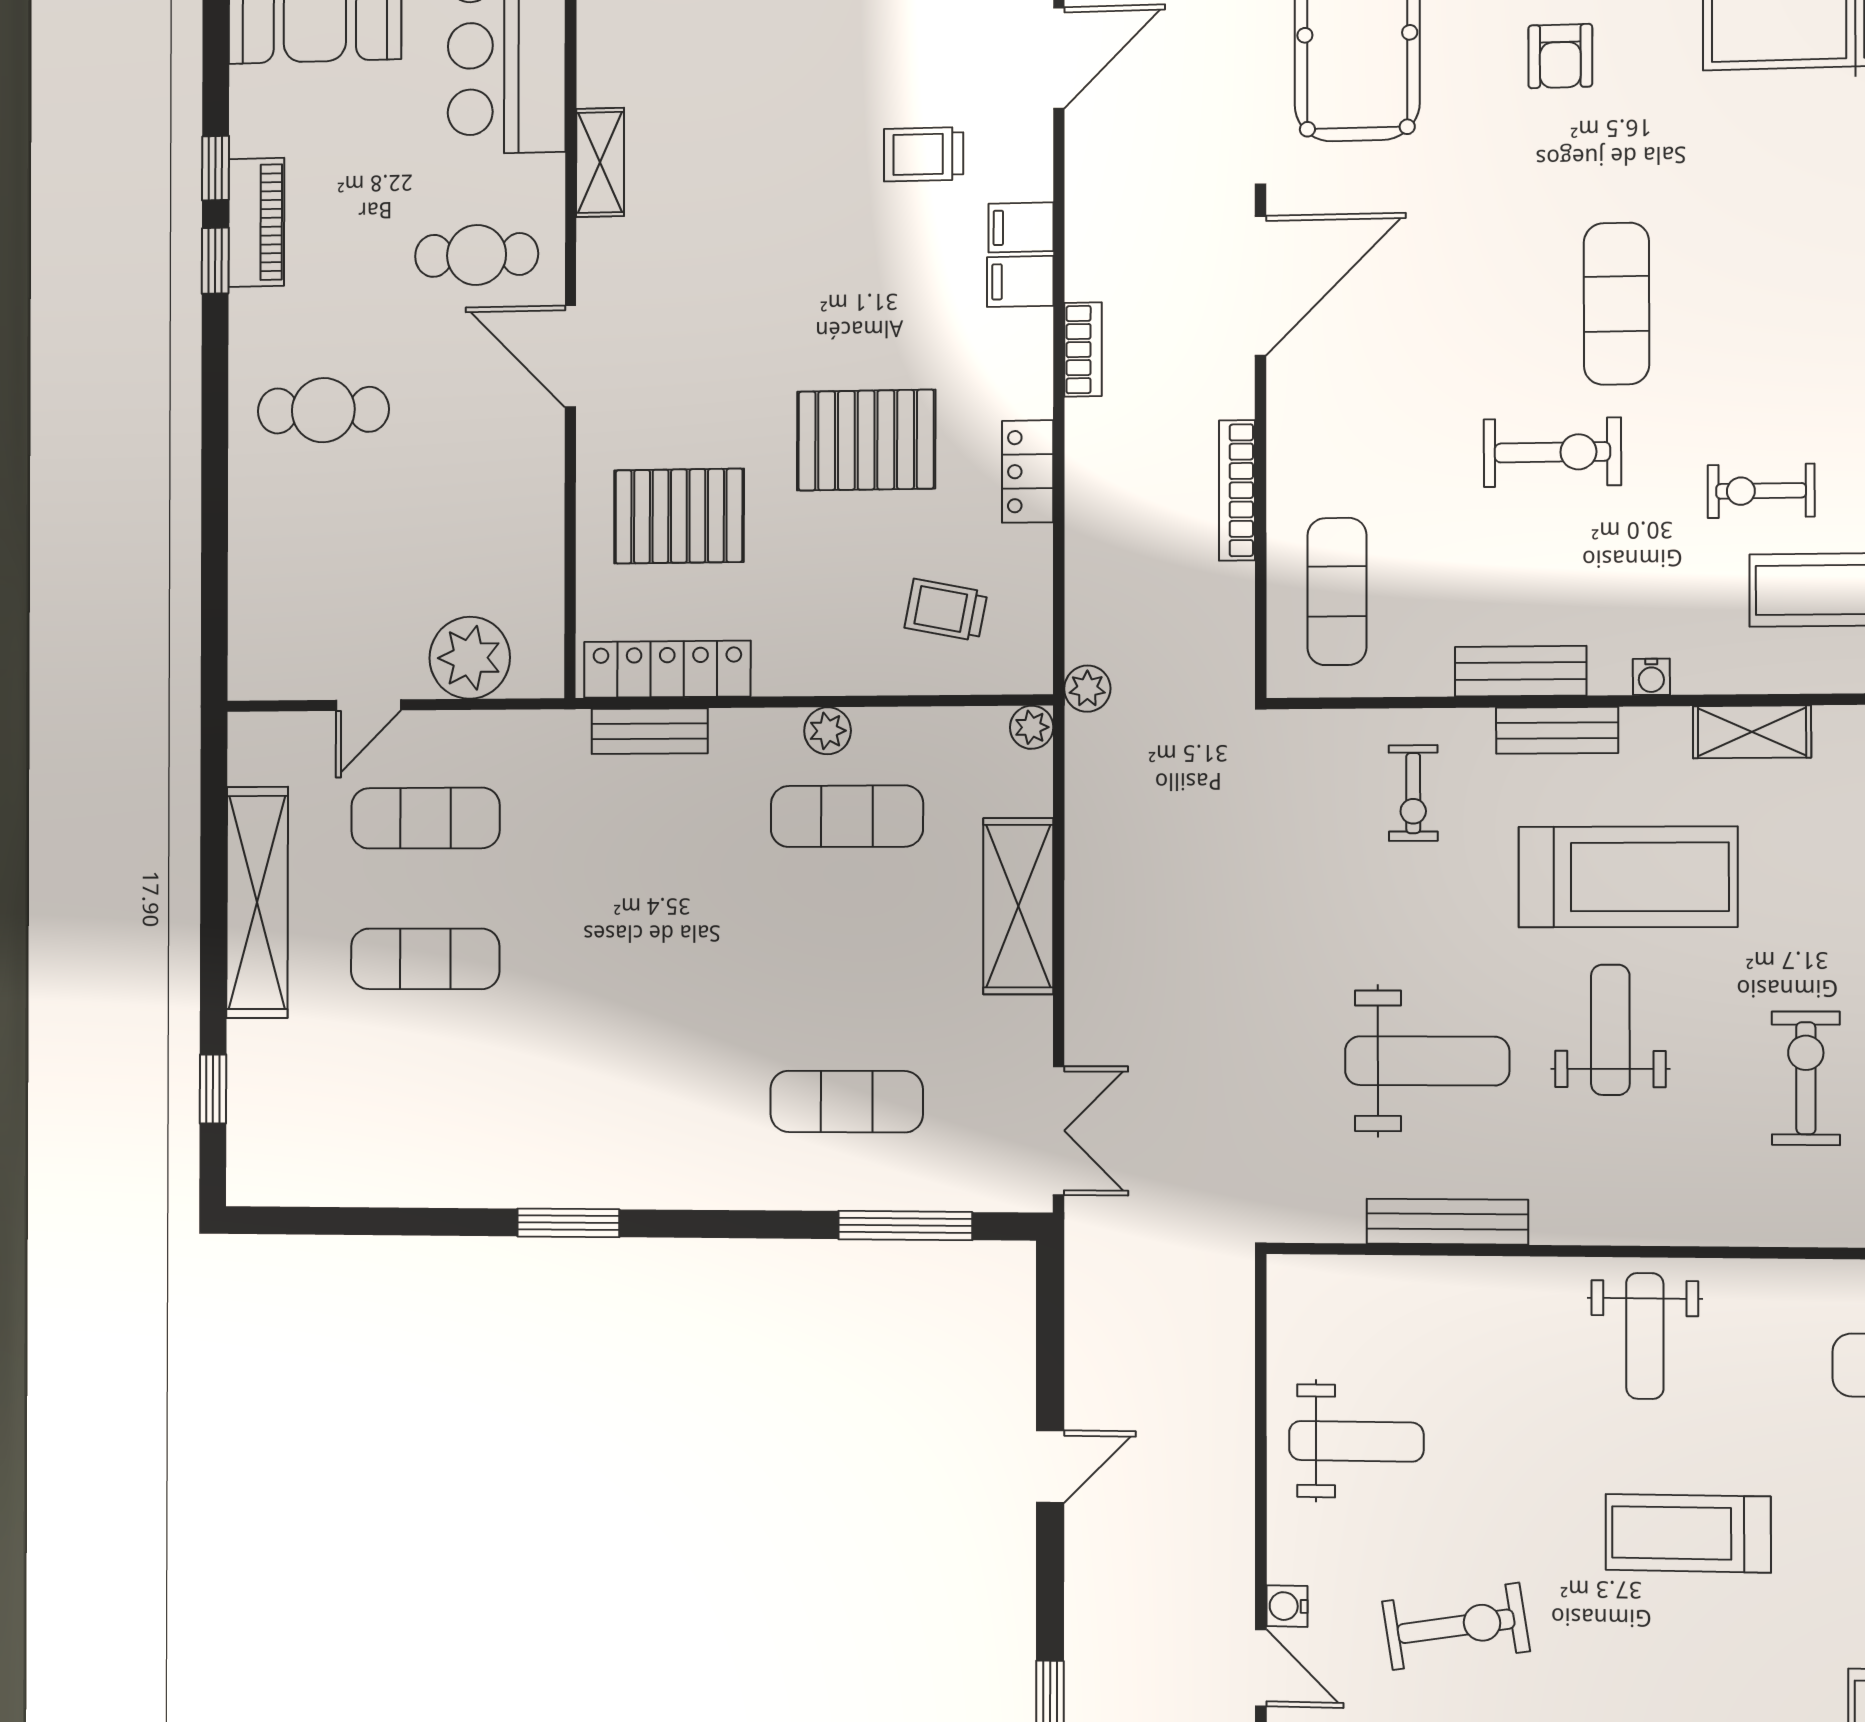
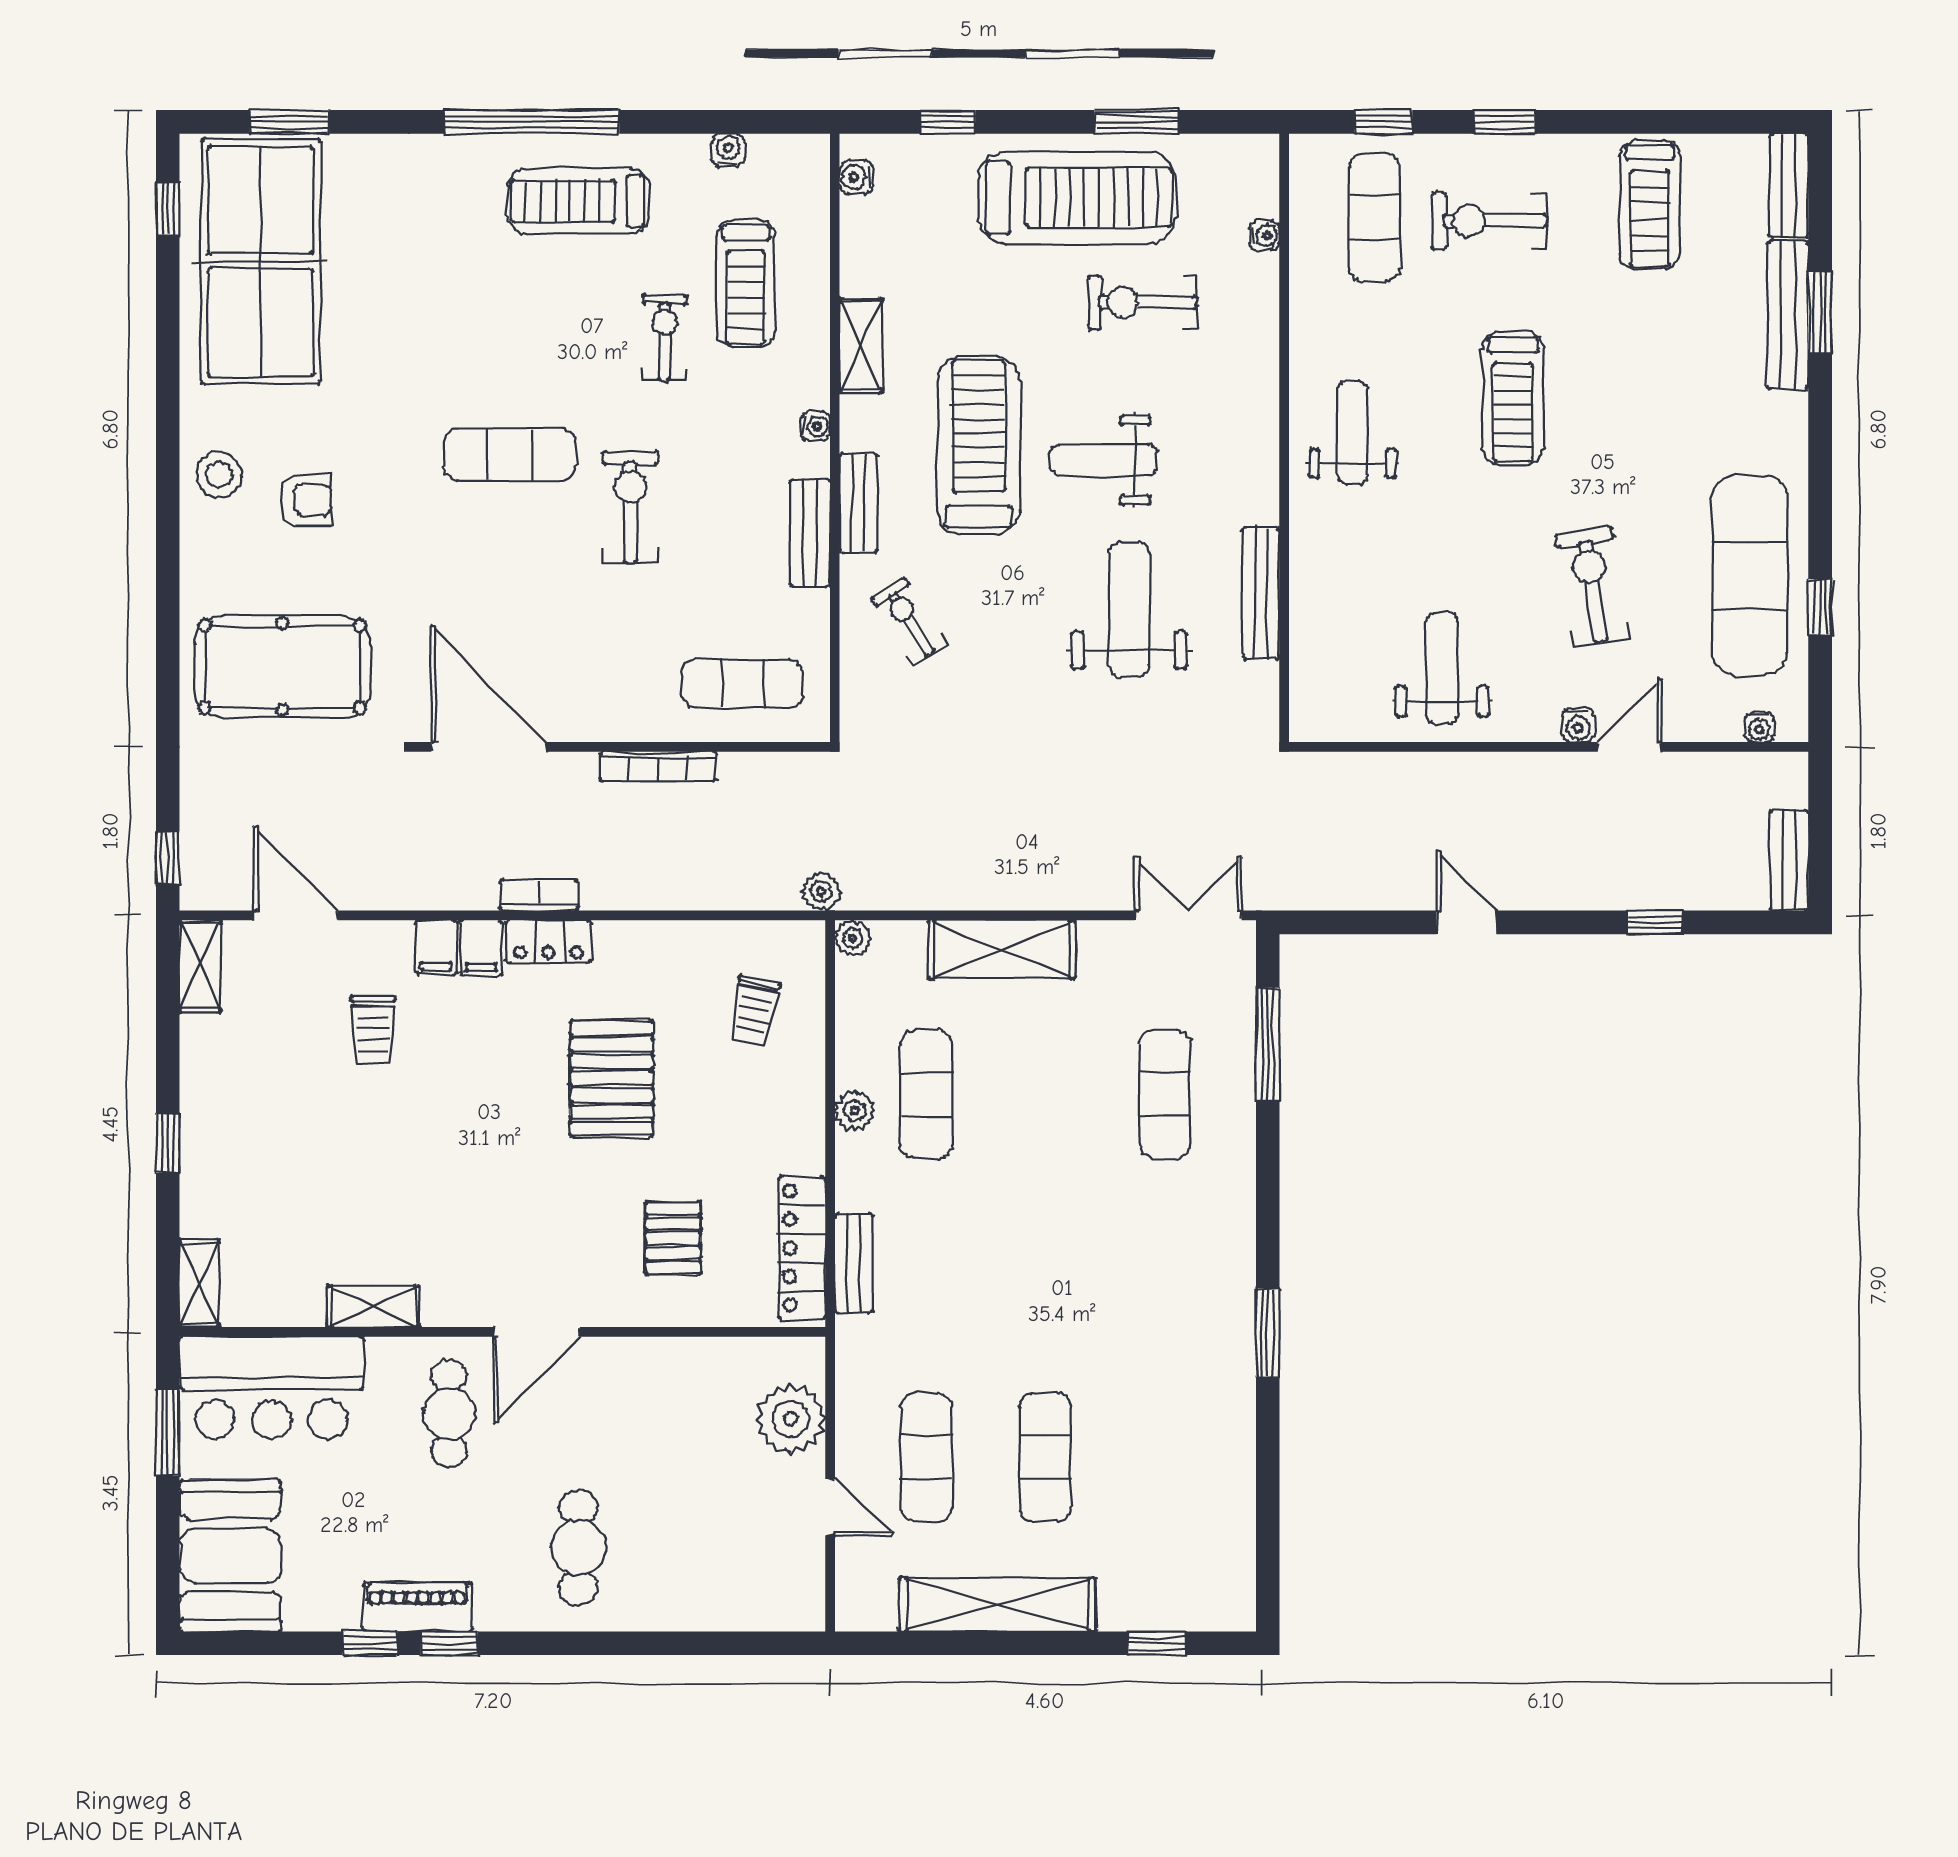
locker: (1028, 471) -> (548, 942), moved
exercise bike: (1761, 491) -> (665, 338), turned 180
pallet: (679, 516) -> (673, 1238), width x0.67, depth x0.71
exercise bike: (1413, 793) -> (909, 621), turned -123
weight bench: (1645, 1336) -> (1353, 433), turned -90

